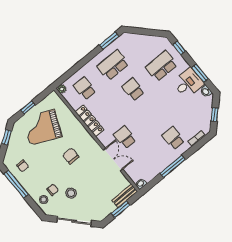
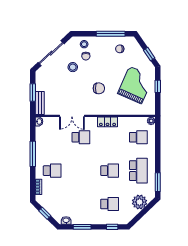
plant: (139, 42) -> (140, 202), added
school desk: (161, 66) -> (110, 204), width x0.54
desk: (188, 83) -> (82, 213), removed
locker: (90, 121) -> (107, 122), width x0.66

